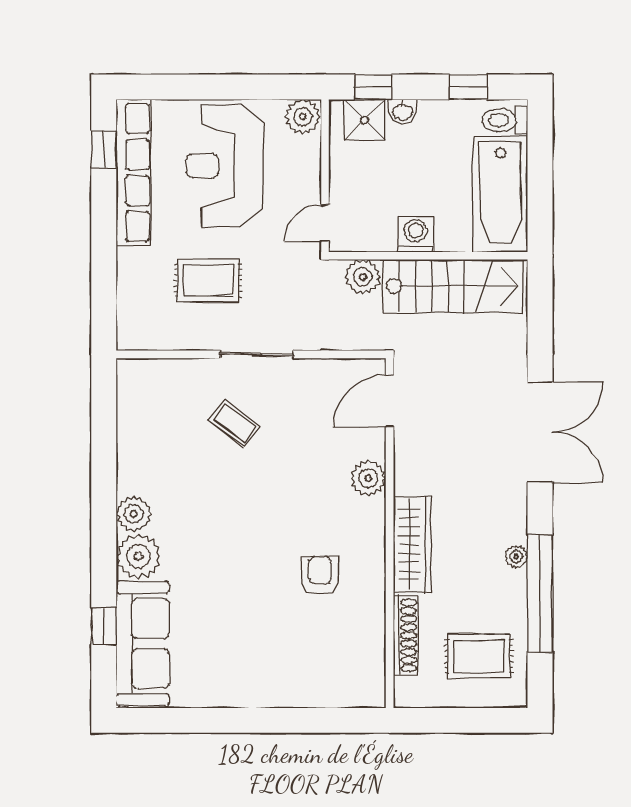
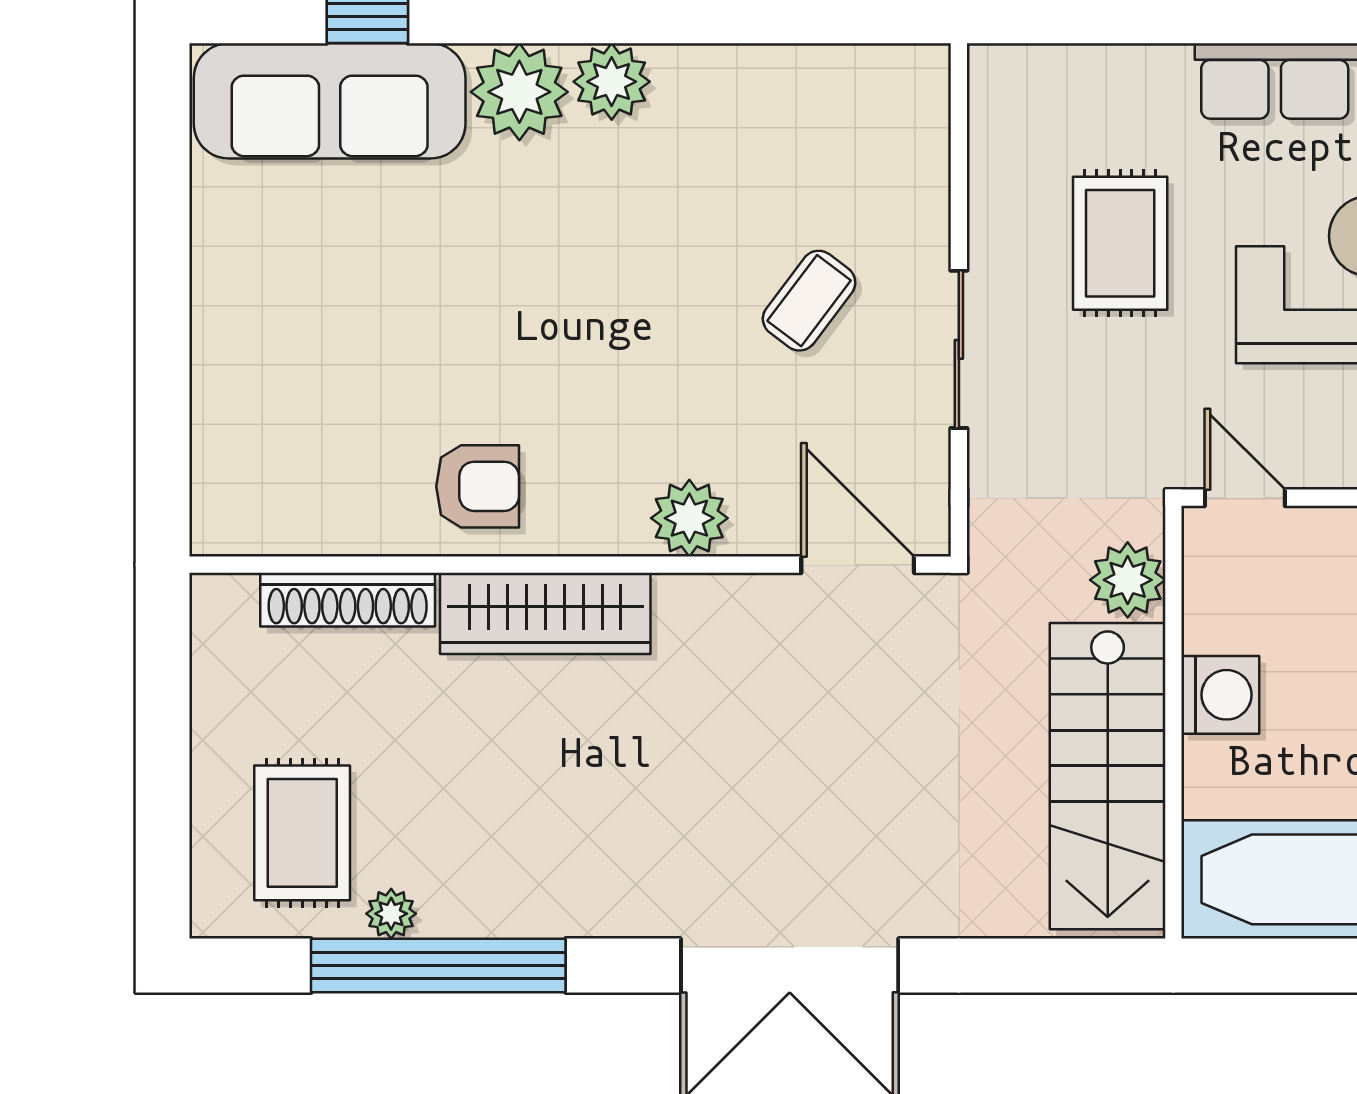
door: (390, 401) -> (858, 565), moved
plant: (368, 478) -> (689, 518), moved
wall: (390, 533) -> (570, 565), moved
wardrobe: (412, 544) -> (545, 613), moved
plant: (516, 557) -> (391, 914), moved
shoe rack: (406, 635) -> (348, 600), moved

